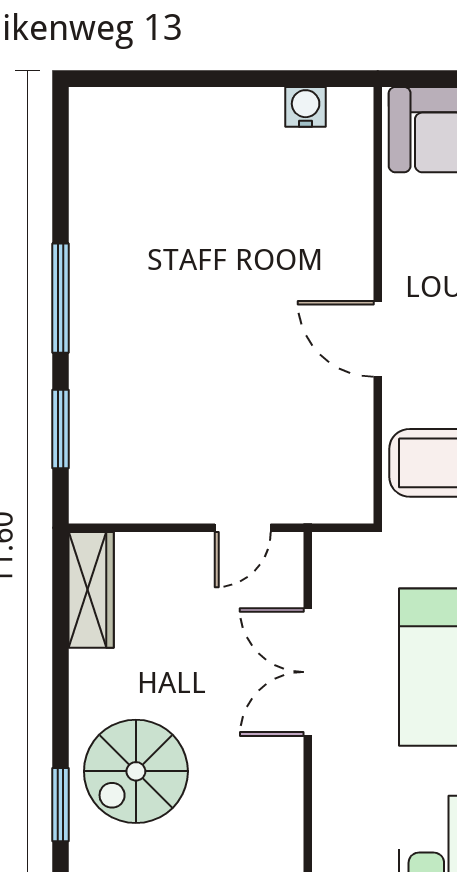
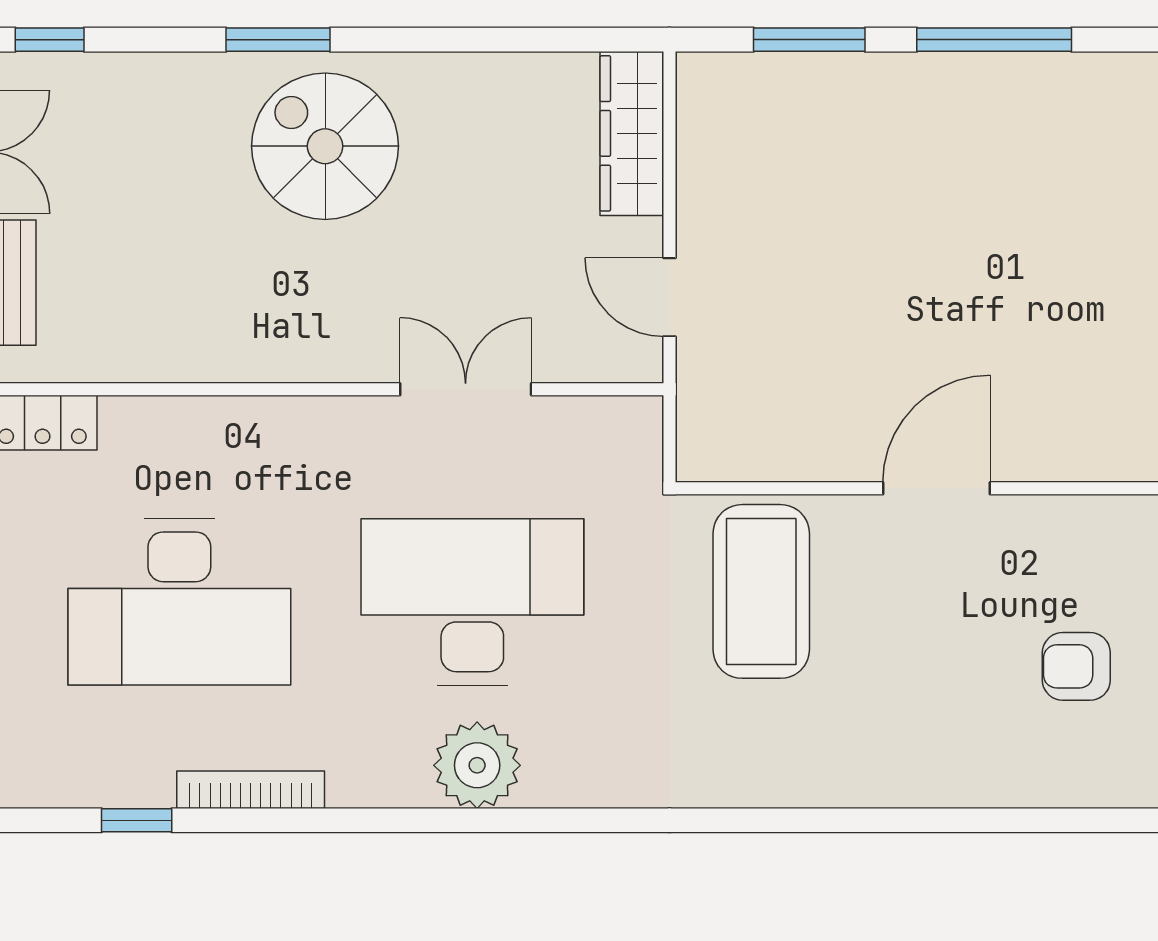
wardrobe: (91, 590) -> (632, 133), moved, turned 90
double door: (308, 672) -> (466, 389), width x0.73

